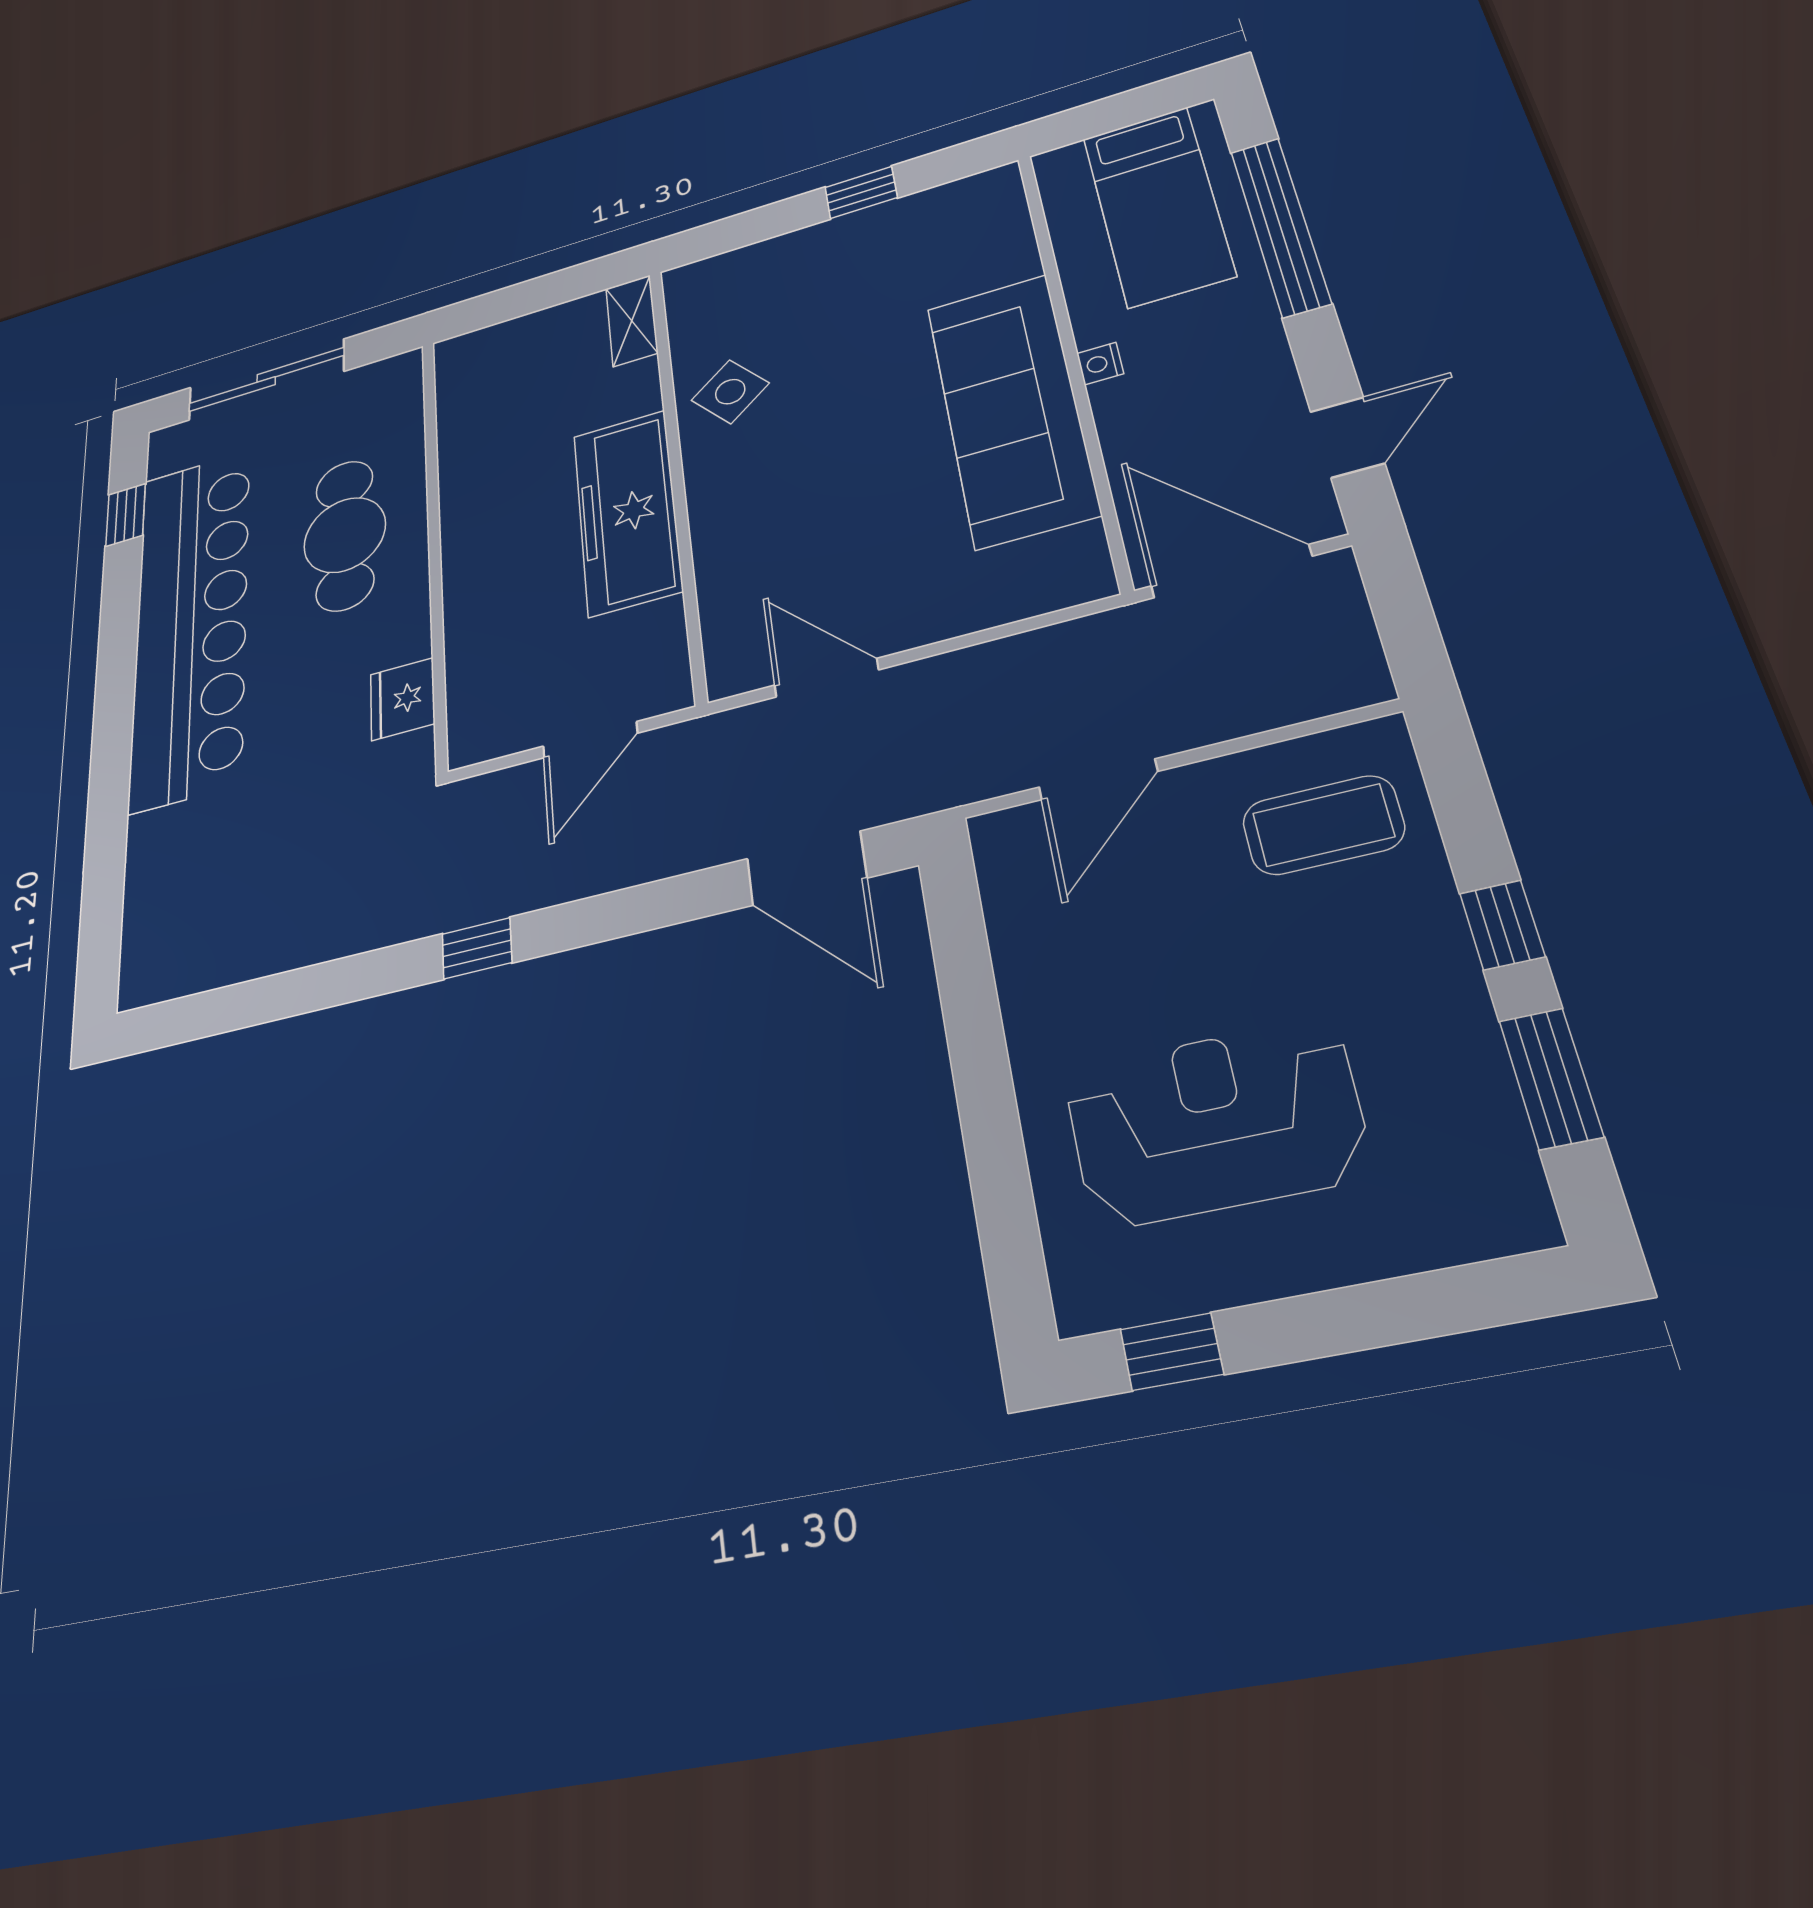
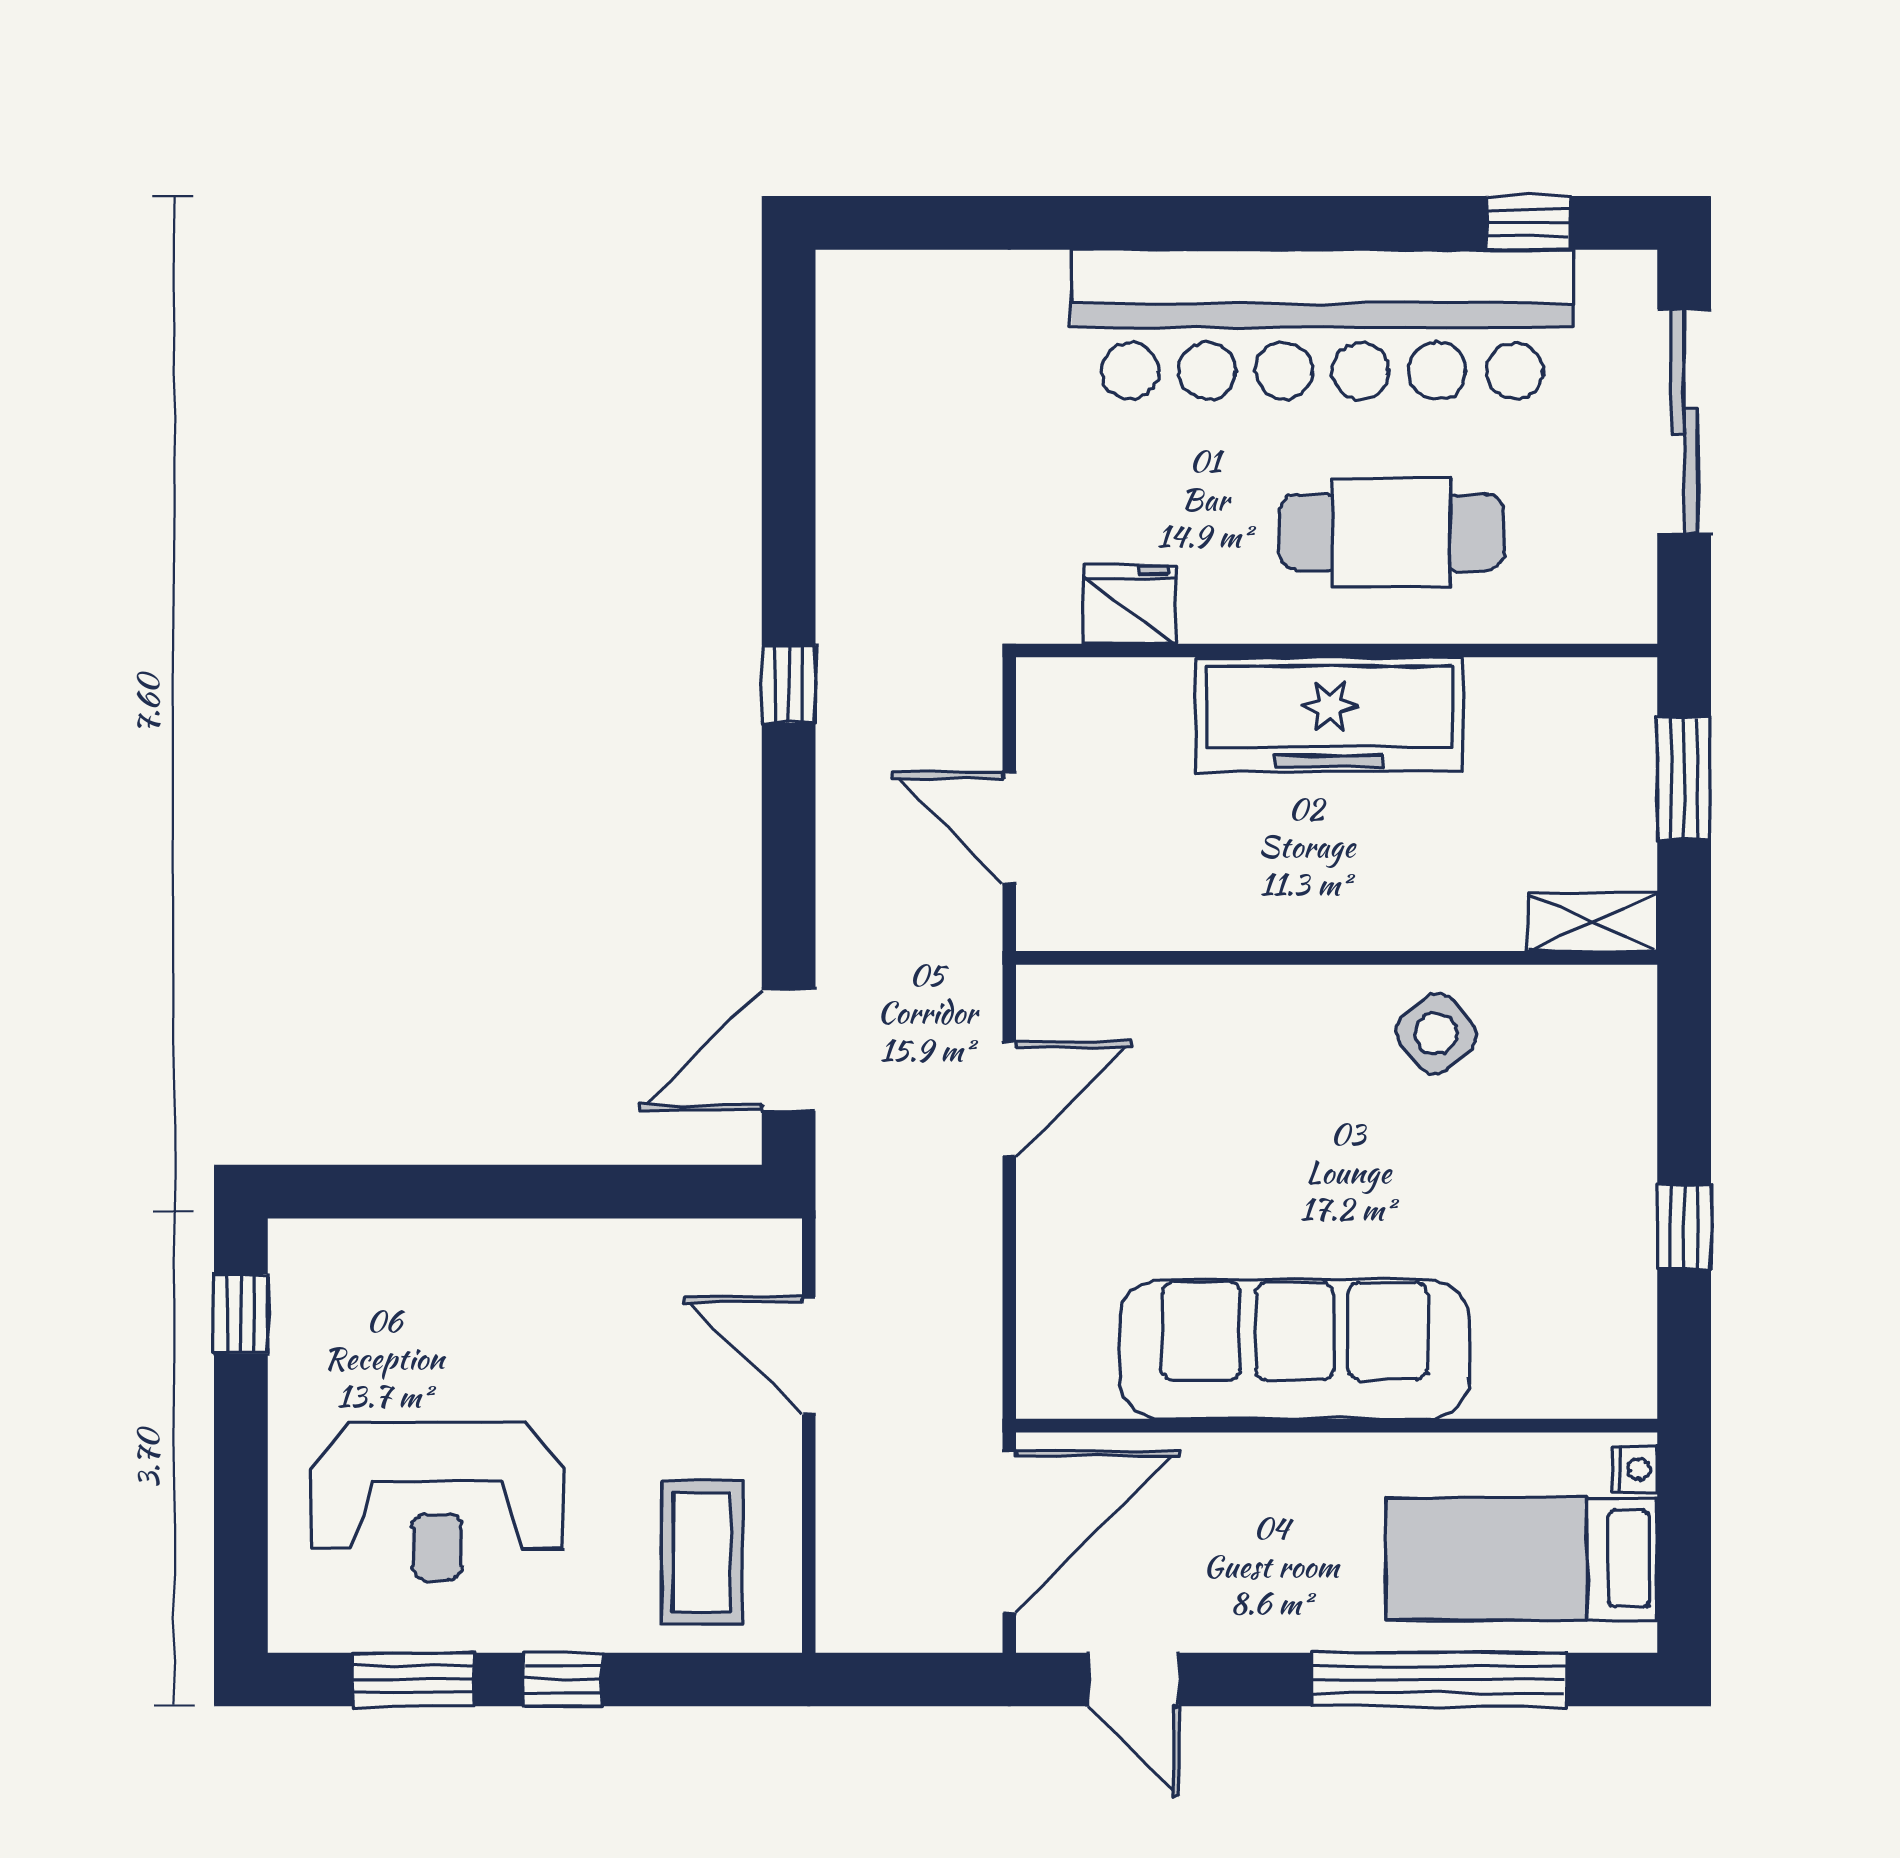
window: (520, 300) -> (1684, 779), added
nightstand: (1100, 363) -> (1635, 1469), moved, turned 90
freezer: (627, 512) -> (1330, 714), moved, turned 180
reception desk: (1215, 1123) -> (437, 1501), moved, turned 90

